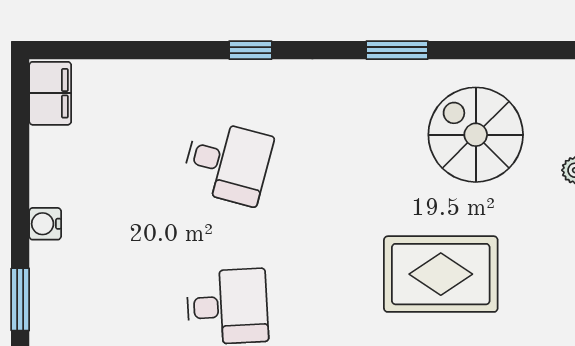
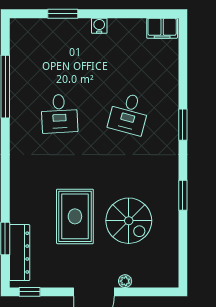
window: (250, 50) -> (183, 125), width x1.50
spiral stairs: (476, 135) -> (129, 221), moved, turned 90

